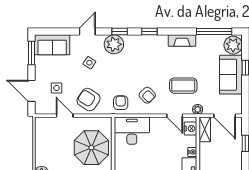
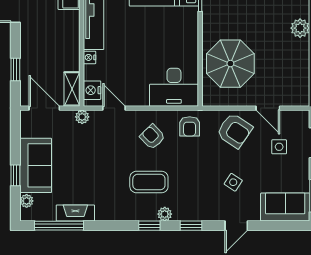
fireplace: (182, 41) -> (75, 213), moved
plant: (114, 44) -> (165, 214), moved, width x0.53, depth x0.53
plant: (233, 45) -> (27, 201), width x0.53, depth x0.53
coffee table: (183, 86) -> (149, 182), moved

